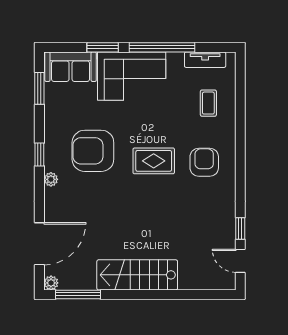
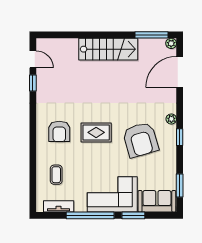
armchair: (93, 151) -> (141, 140), turned 74

